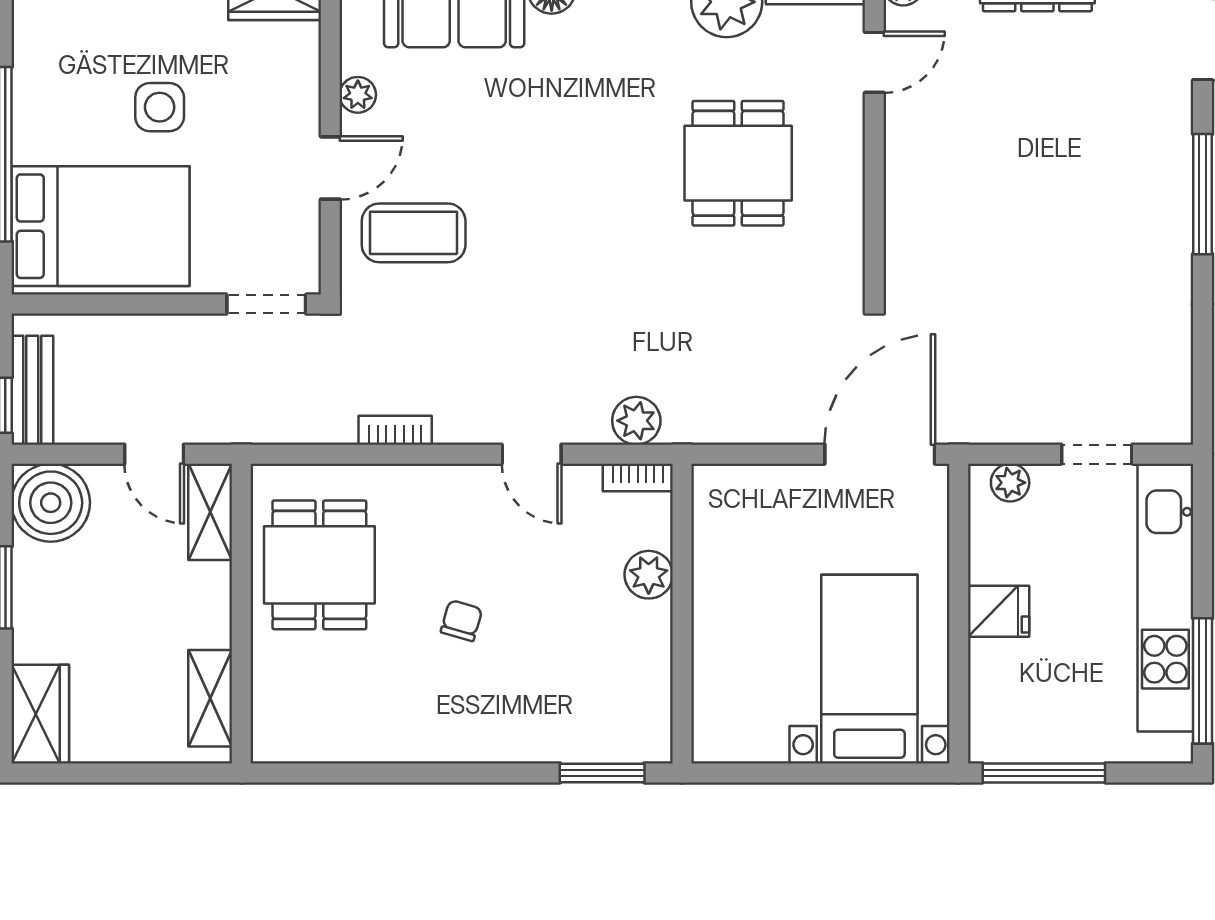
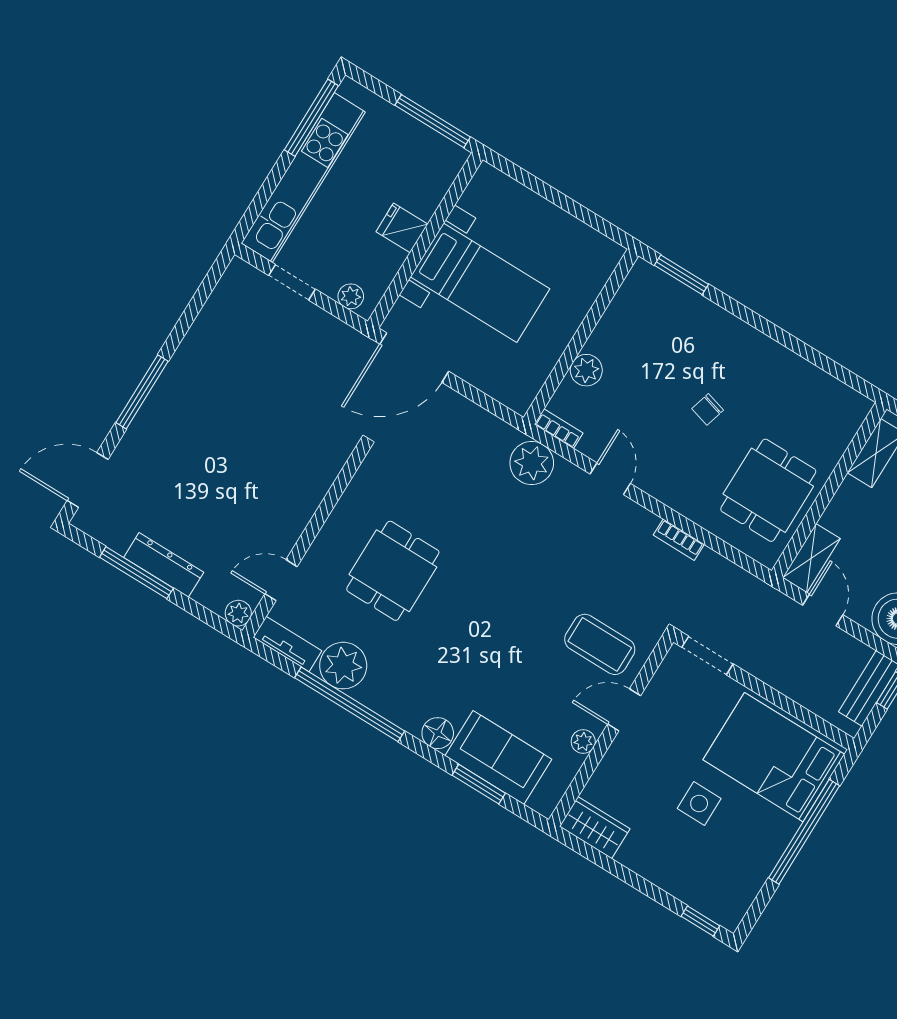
plant: (636, 421) -> (532, 463), width x1.36, depth x1.36
bed with nightstands: (869, 669) -> (480, 283), moved, turned -90

